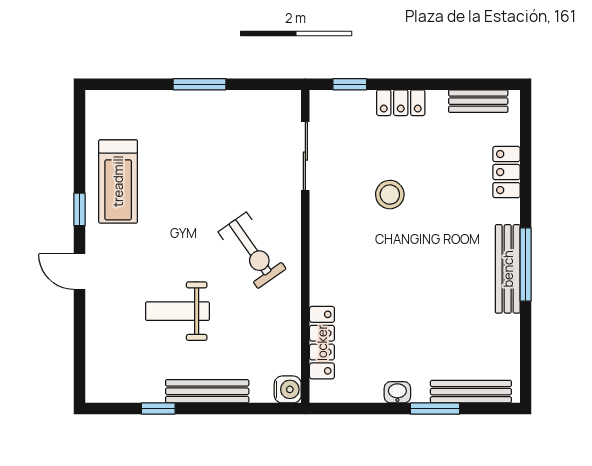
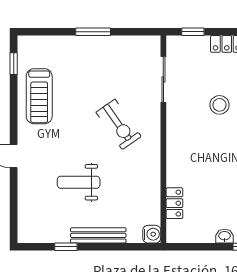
window: (79, 209) -> (14, 64), moved
exercise bike: (252, 250) -> (119, 124), moved
locker: (322, 343) -> (174, 203), width x0.66

